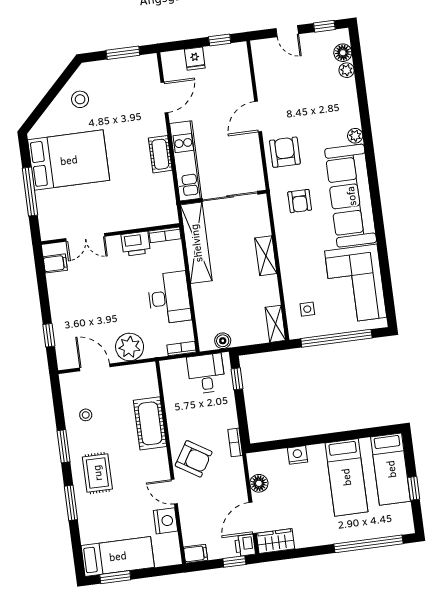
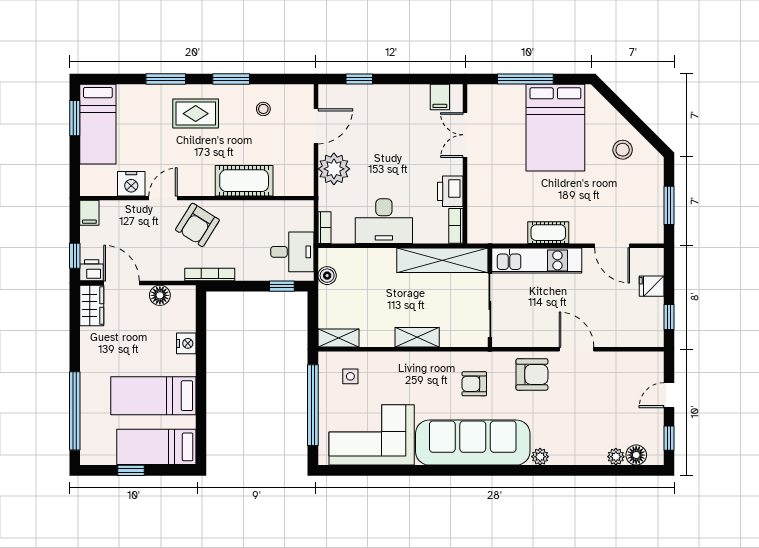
bookcase: (235, 442) -> (210, 275), width x1.56

